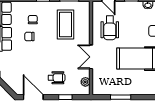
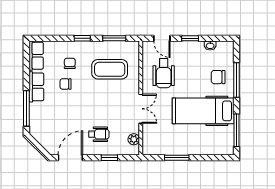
coffee table: (66, 24) -> (110, 69), turned 90
double door: (91, 57) -> (141, 109), swing flipped
door: (33, 97) -> (70, 158), hinge flipped

